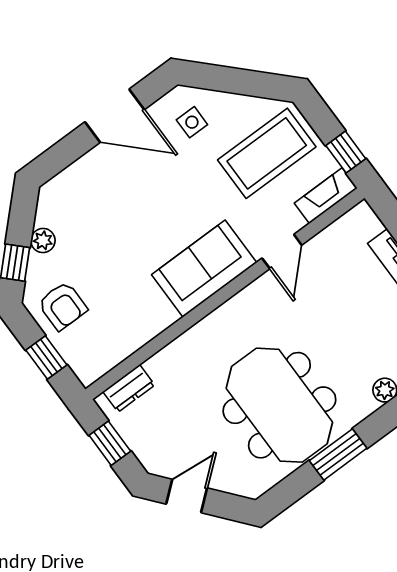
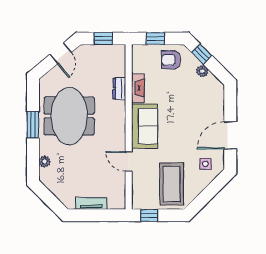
fireplace: (326, 196) -> (138, 88), moved
dresser: (129, 388) -> (119, 89), moved
meeting table: (279, 405) -> (69, 116), turned 90

